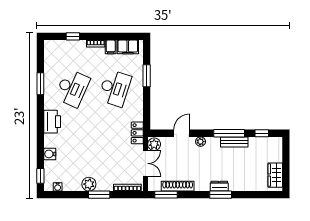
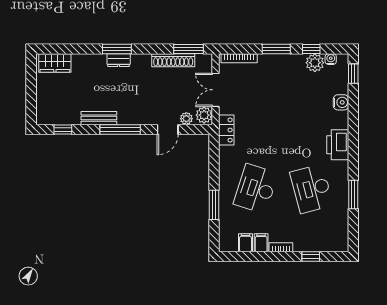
filing cabinet: (128, 47) -> (245, 243), width x0.50
desk: (72, 88) -> (312, 189), turned -39
window: (229, 133) -> (120, 130), moved
plant: (201, 142) -> (186, 119), moved
wardrobe: (275, 175) -> (55, 63), moved, turned 90
plant: (89, 184) -> (315, 63), moved
window: (72, 195) -> (311, 49), added

